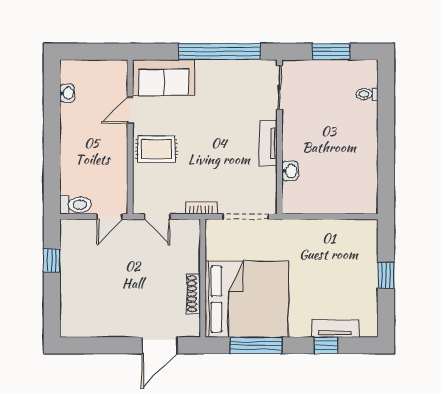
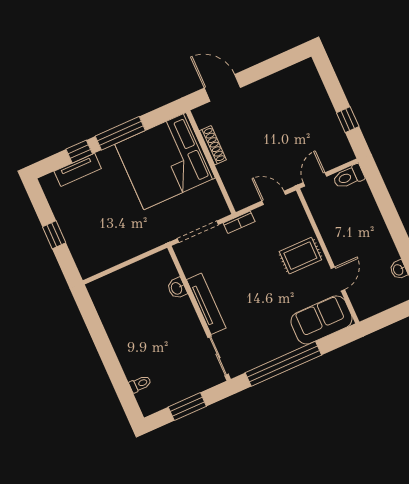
tv unit: (268, 143) -> (206, 304), width x1.41
door: (160, 345) -> (222, 88), hinge flipped
window: (256, 345) -> (120, 133), moved

